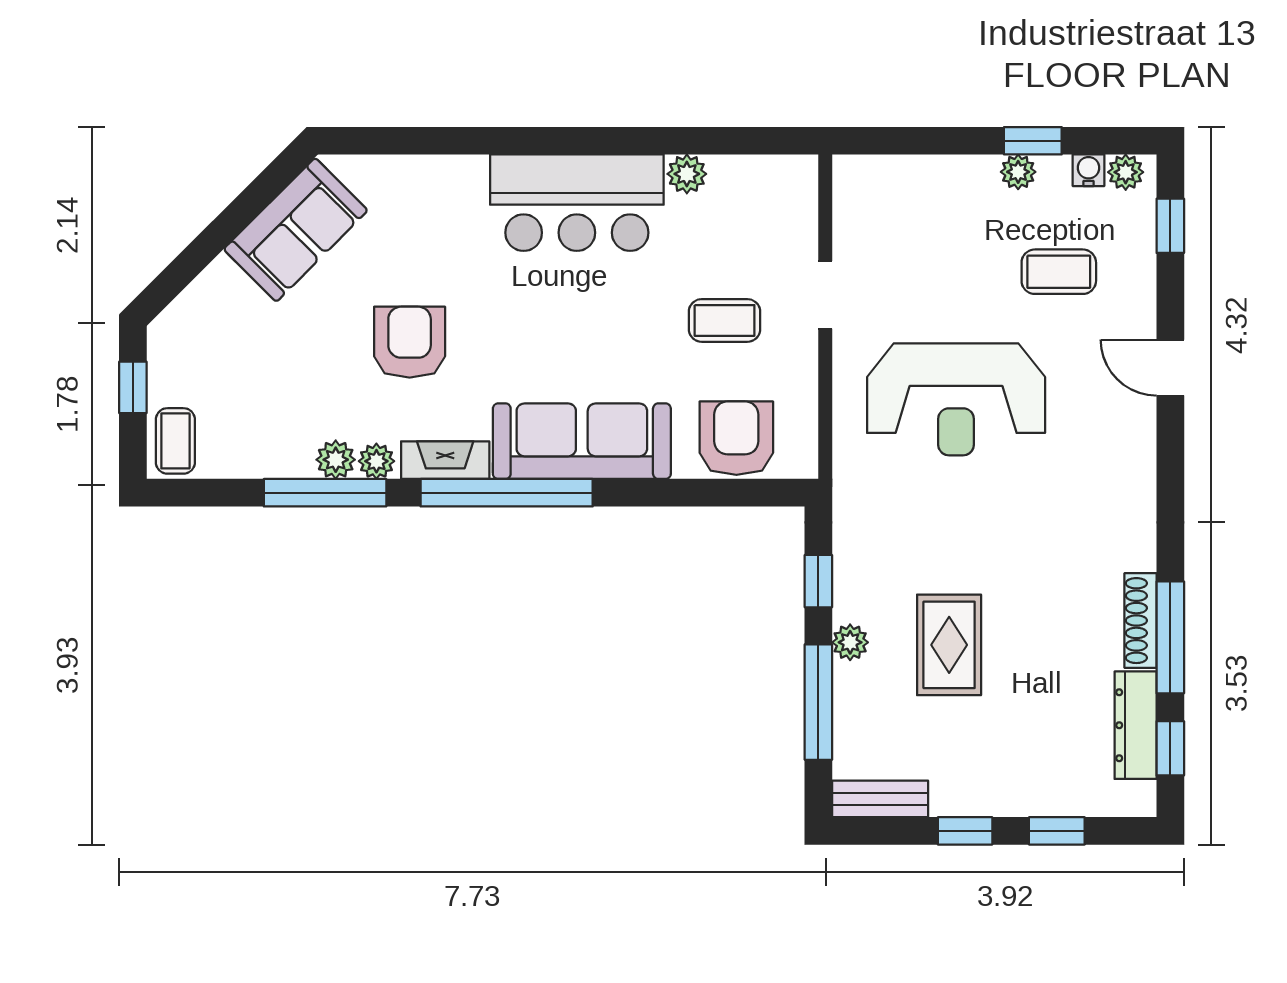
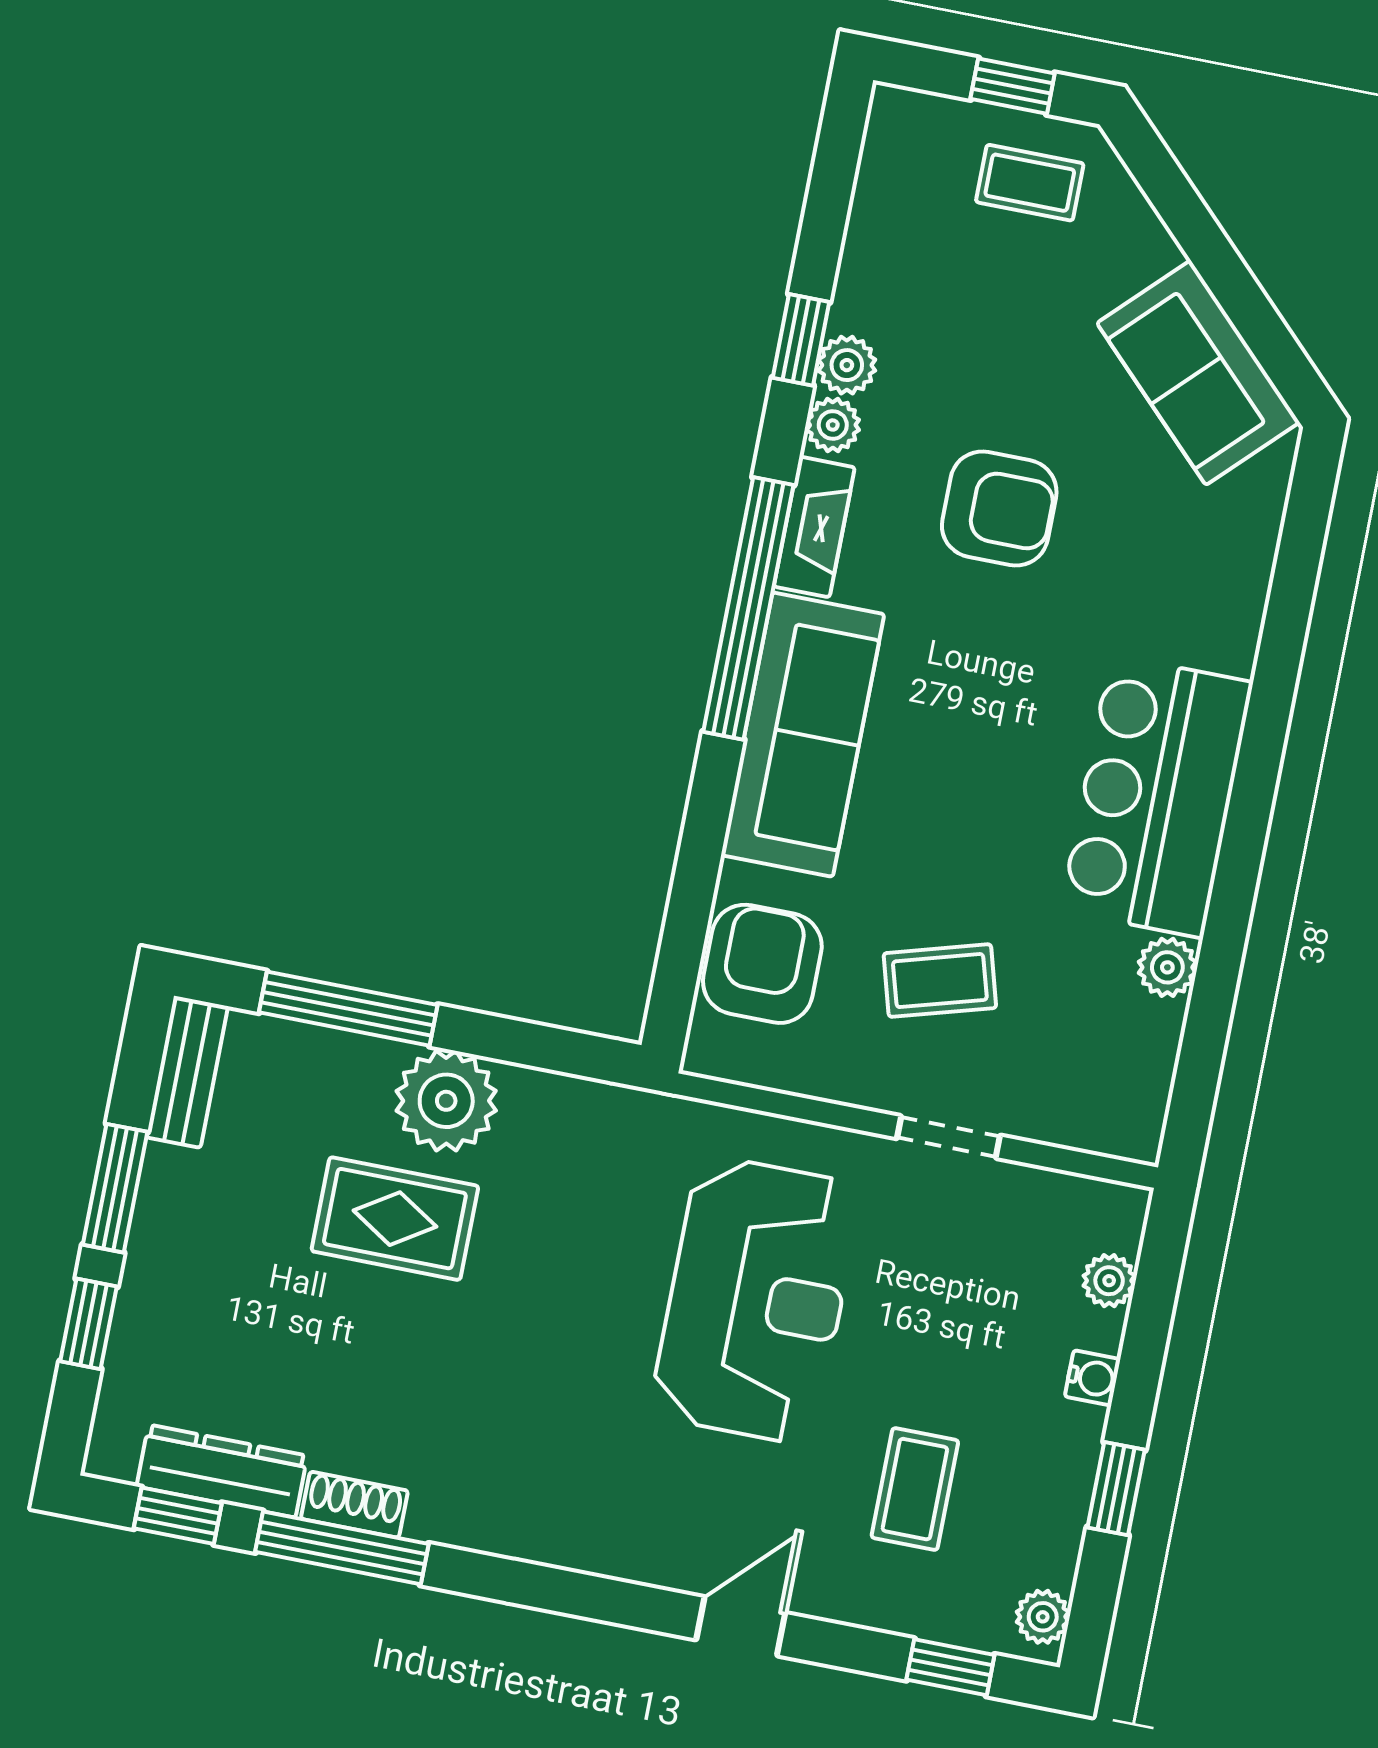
water cooler: (1088, 170) -> (1093, 1378), moved
plant: (1018, 172) -> (1109, 1281), moved
coffee table: (725, 320) -> (940, 981), turned 74
reception desk: (956, 399) -> (756, 1300), turned 180
armchair: (736, 438) -> (762, 964), turned -90
coffee table: (175, 441) -> (1030, 183), moved
window: (325, 493) -> (801, 340), width x0.46
window: (818, 581) -> (527, 1044), removed
shoe rack: (1141, 621) -> (354, 1505), width x0.70
plant: (850, 642) -> (446, 1101), width x1.88, depth x1.88
window: (965, 831) -> (115, 1188), width x1.50

